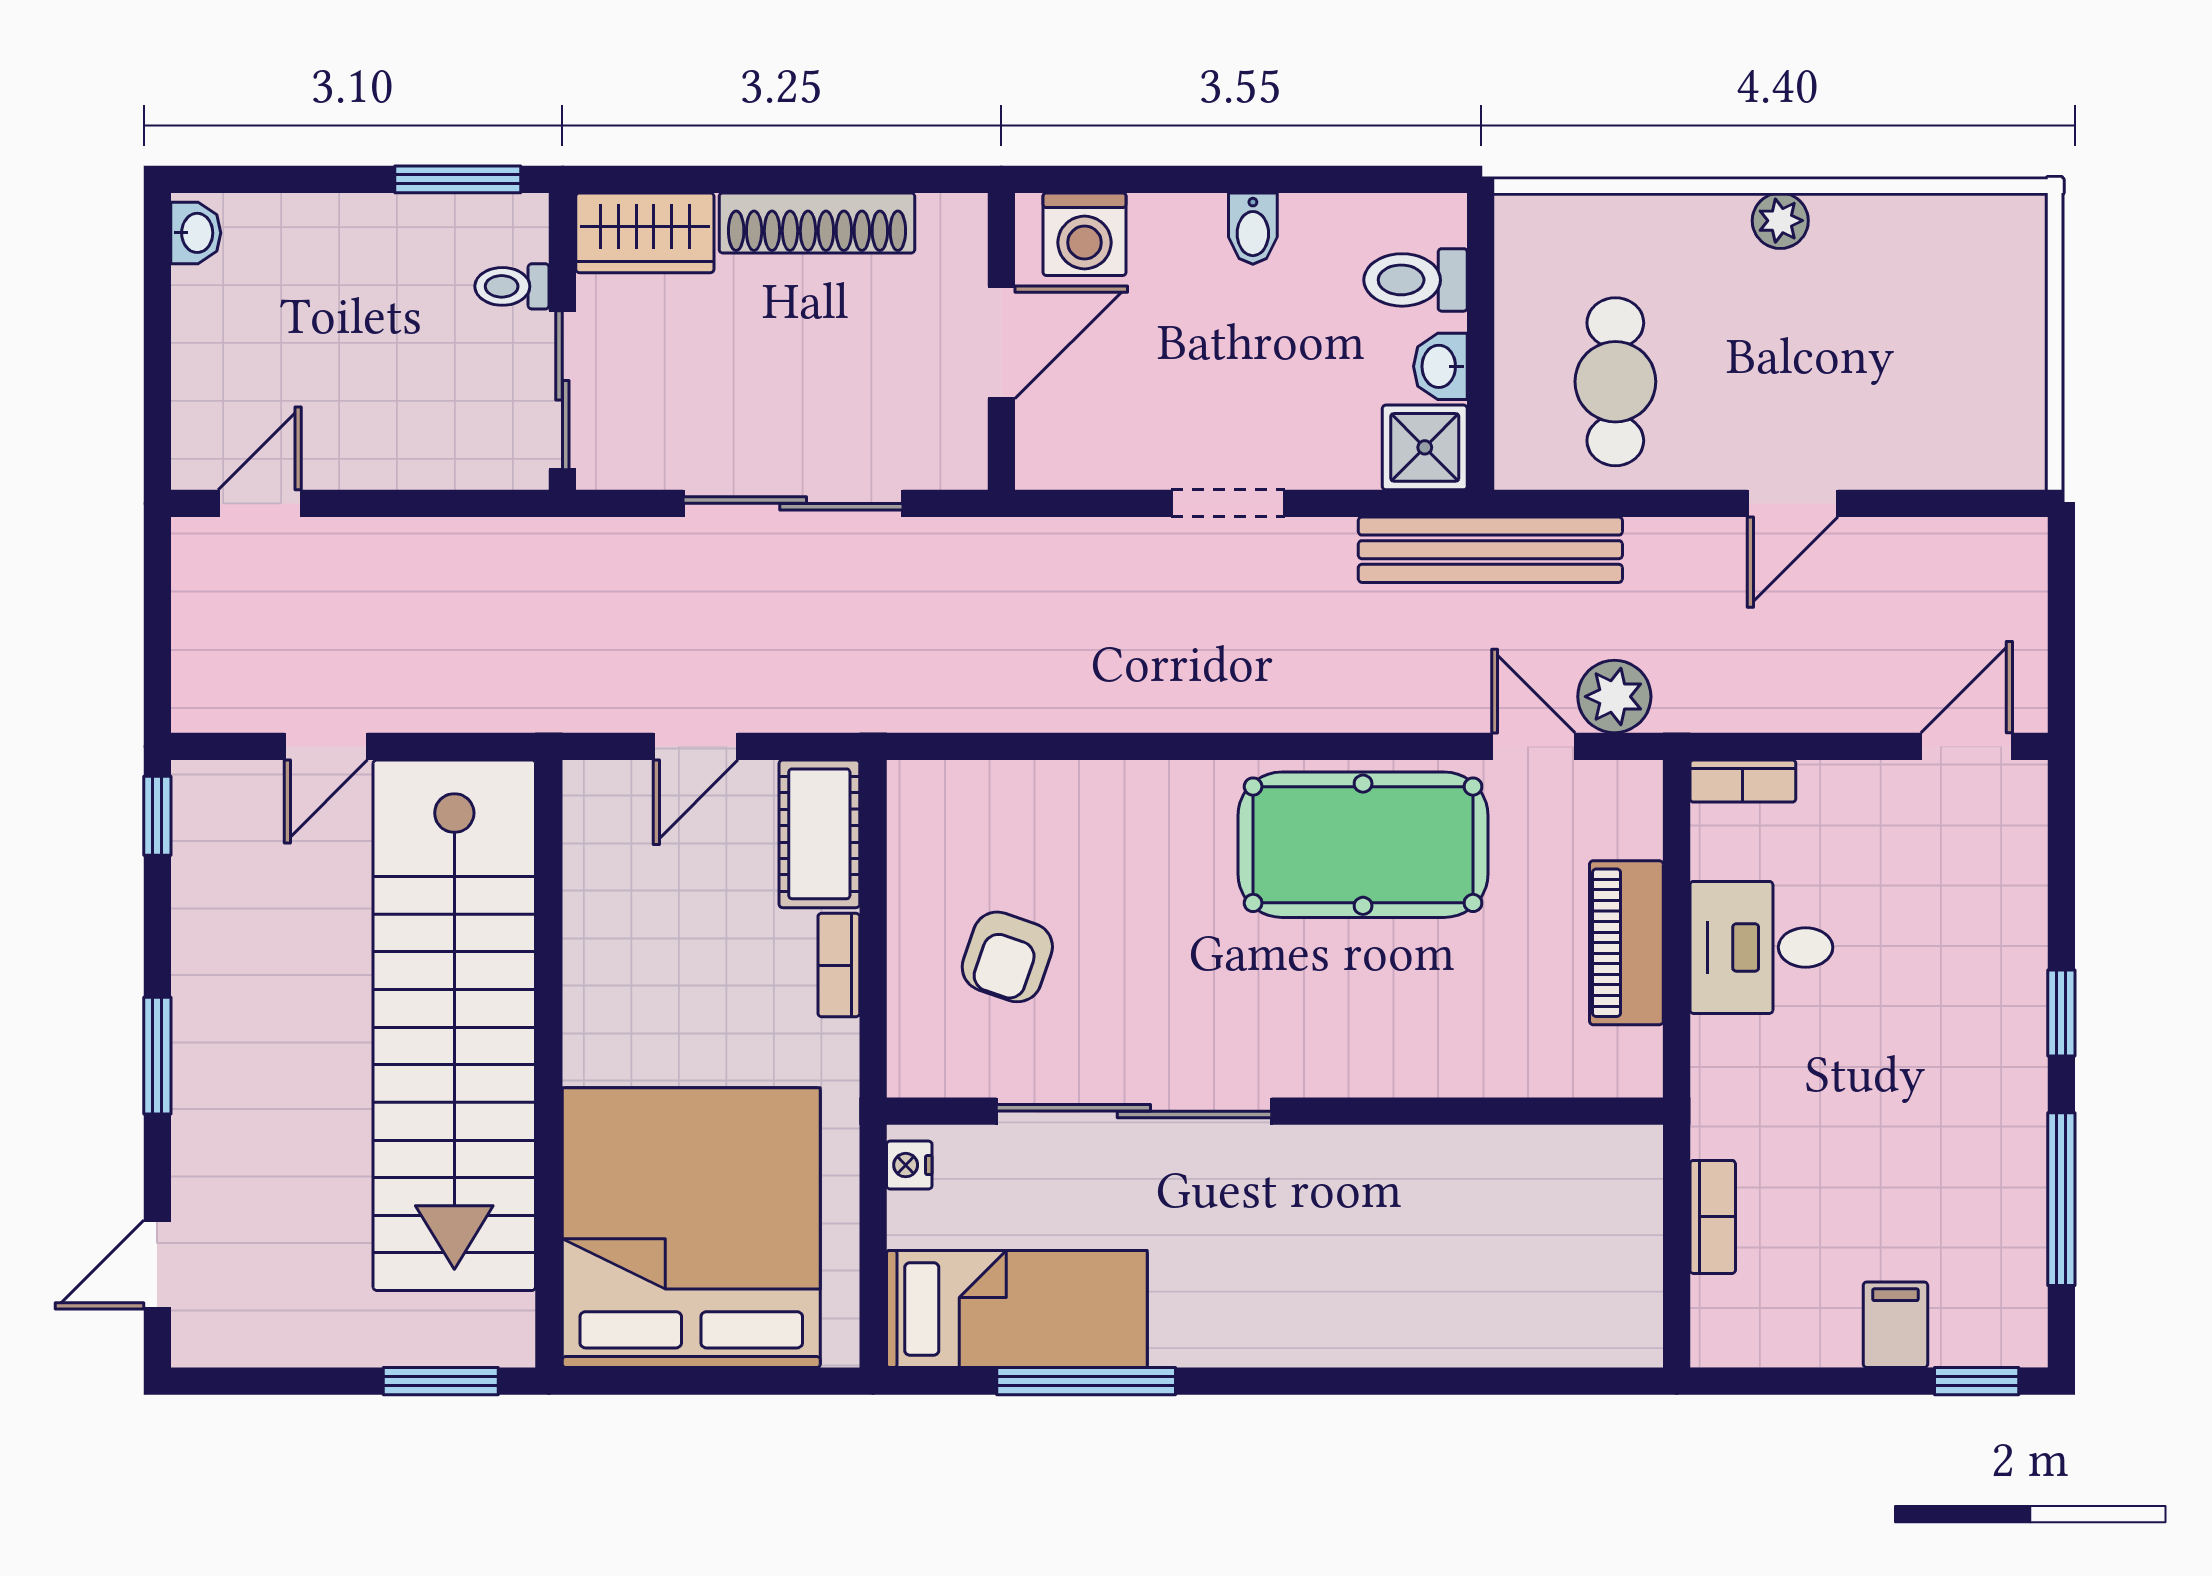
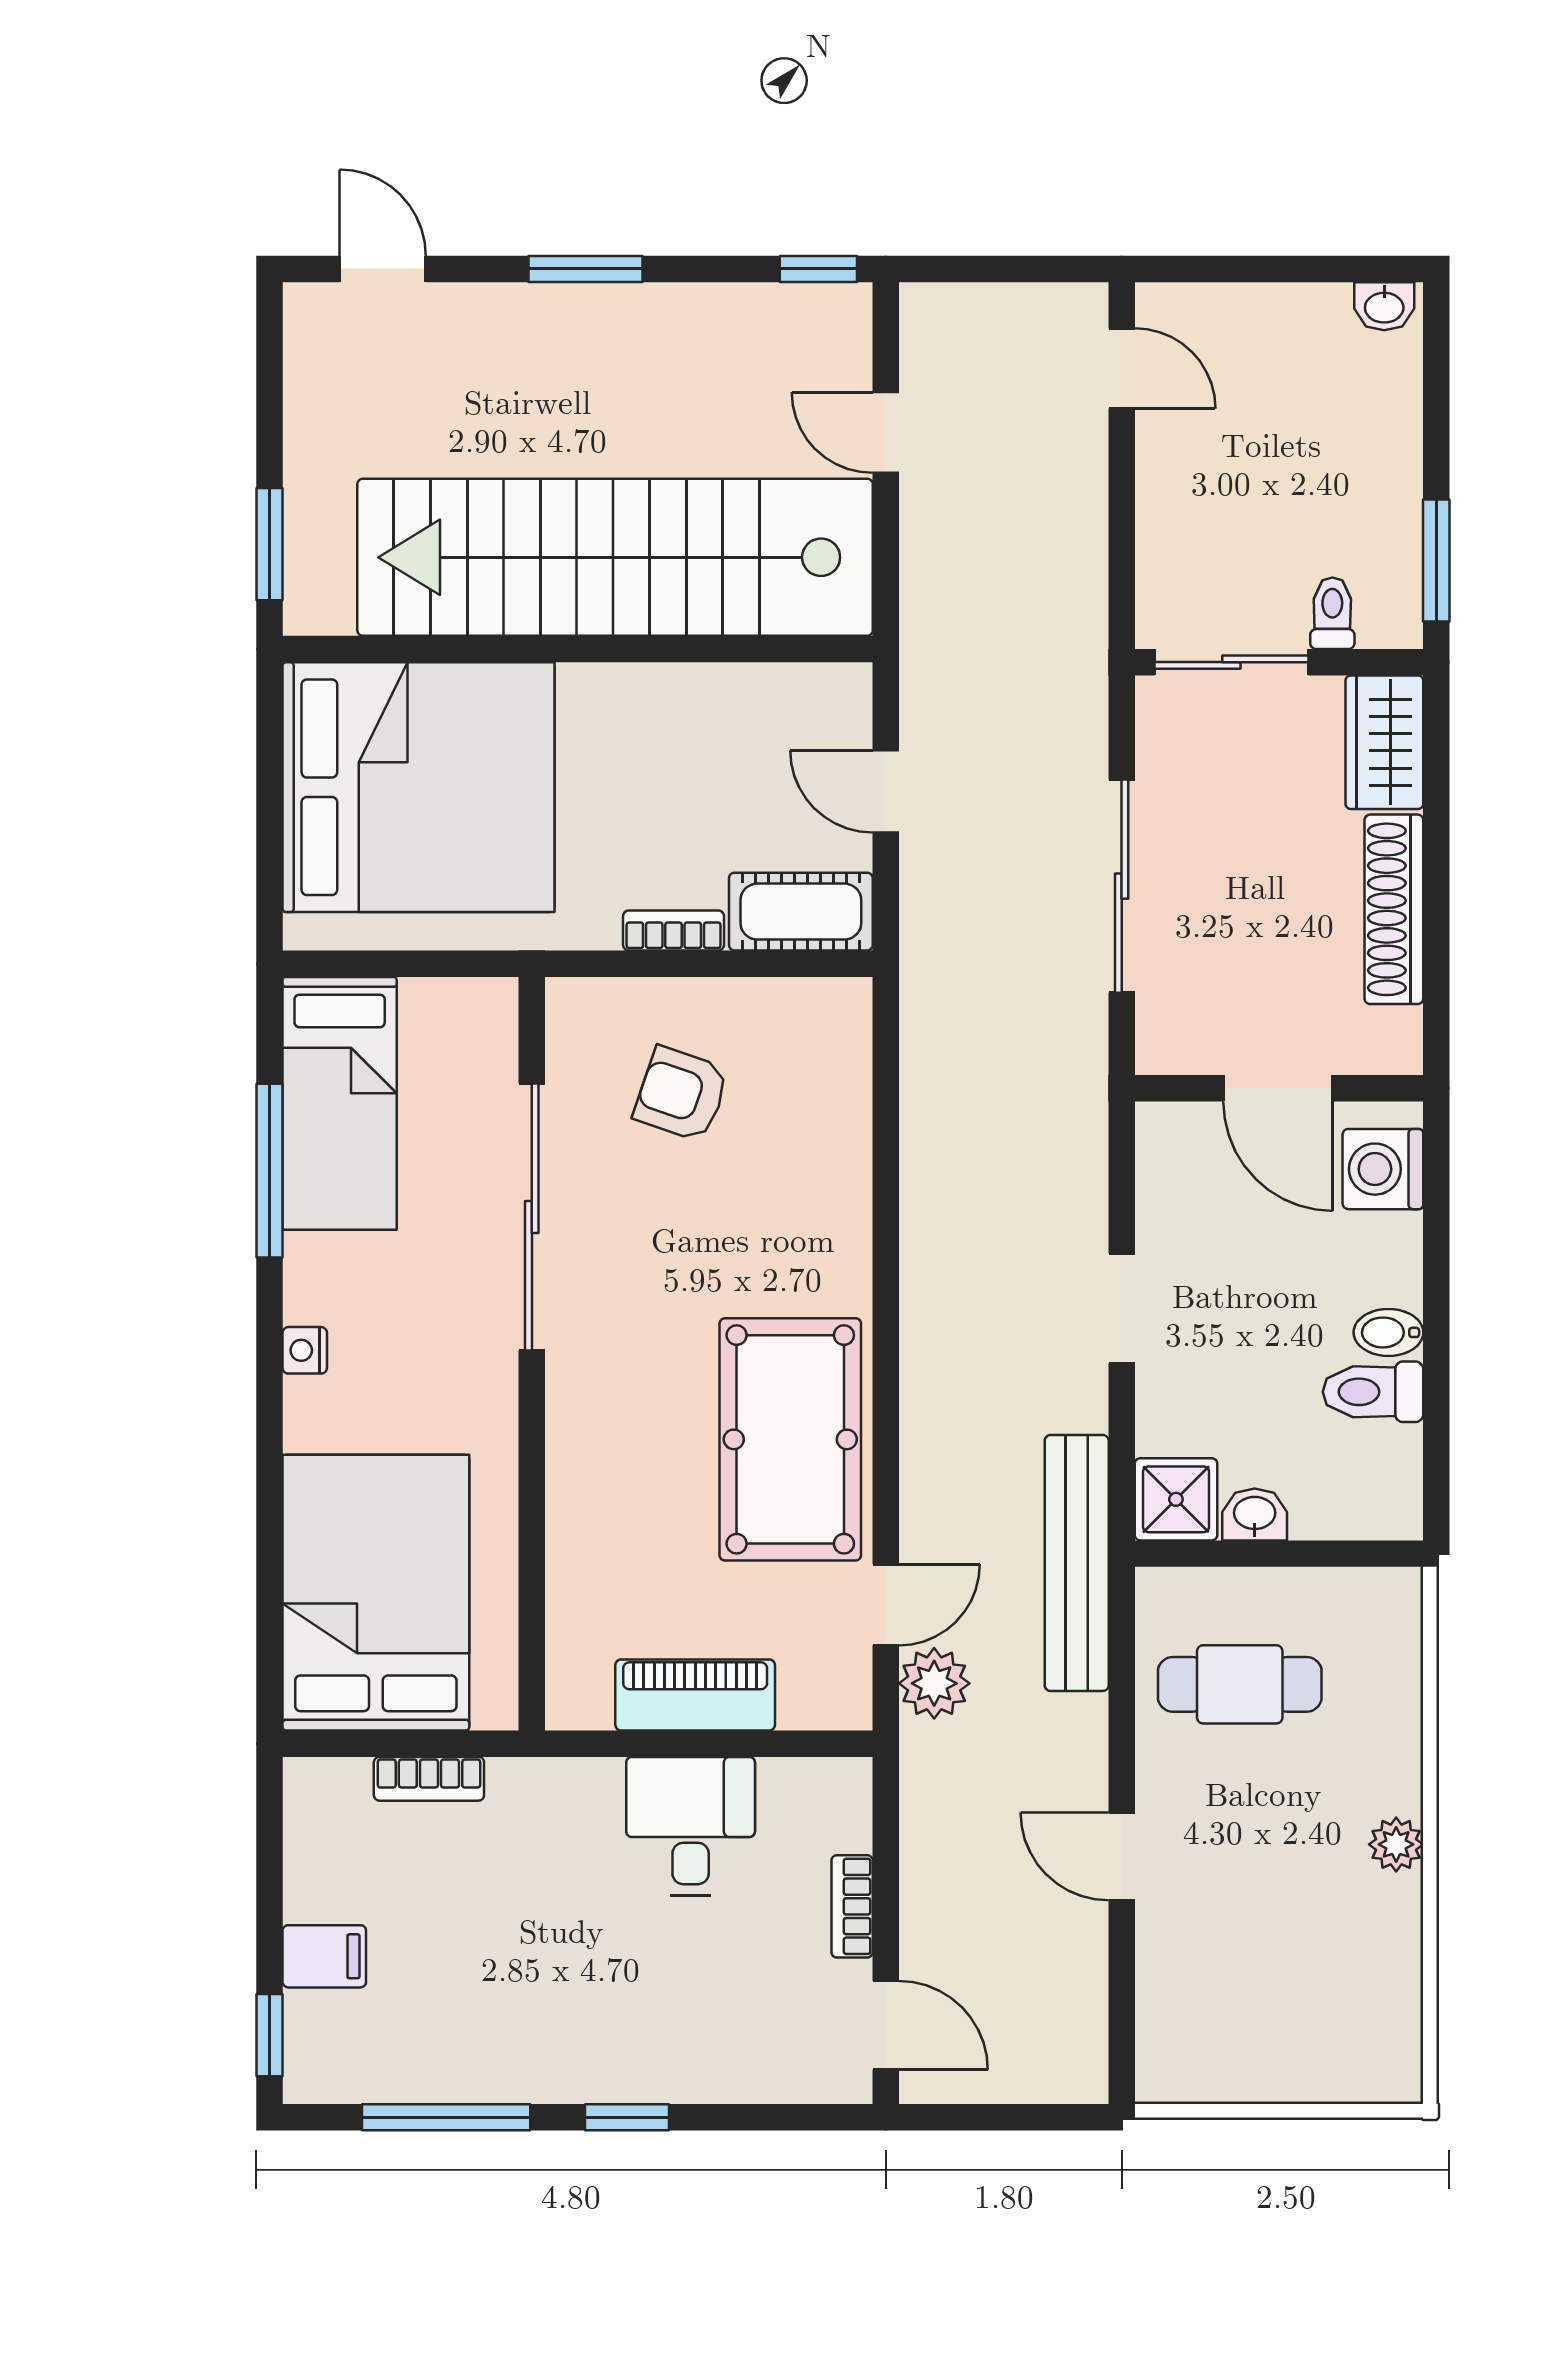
toilet: (1416, 280) -> (1373, 1392), moved, turned -90
bookcase: (1743, 781) -> (852, 1906), moved
nightstand: (909, 1165) -> (305, 1350), moved, turned -90
bed: (1521, 1272) -> (376, 1593), added

